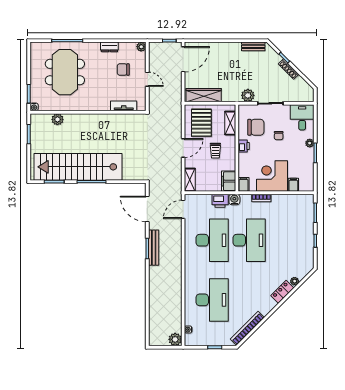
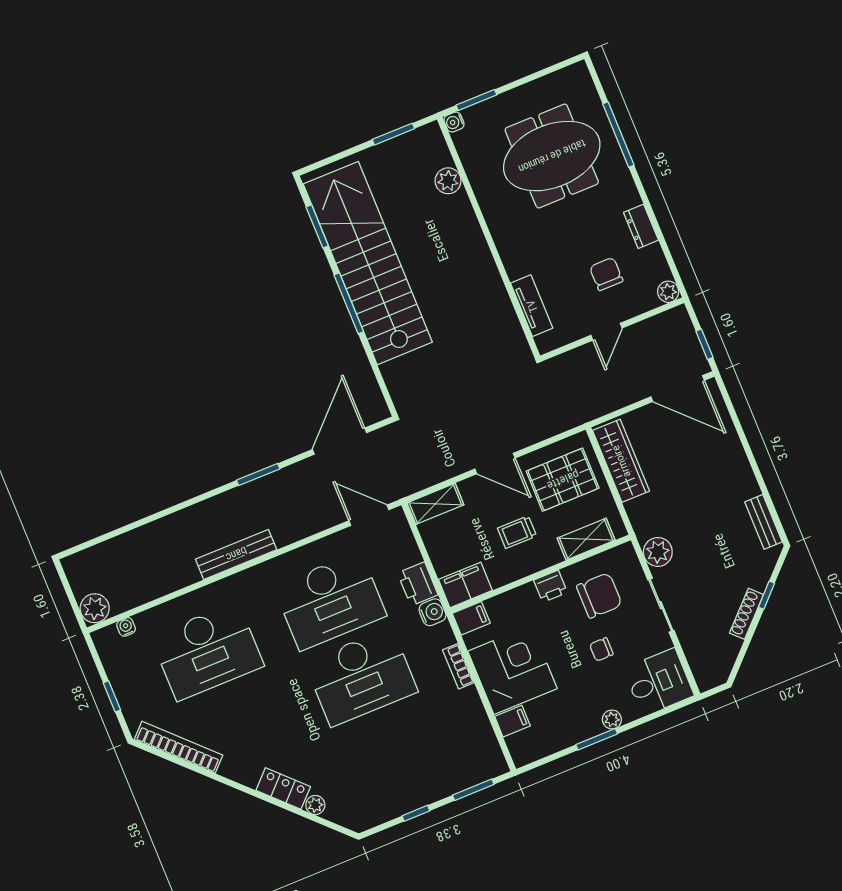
chair: (256, 127) -> (599, 595), turned -90
bench: (154, 248) -> (236, 554), moved

